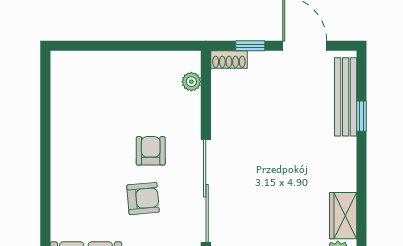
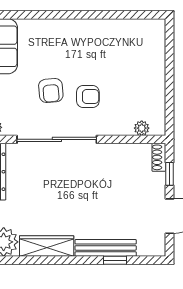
bench: (346, 97) -> (106, 248), moved
wardrobe: (343, 216) -> (47, 246), width x1.50

